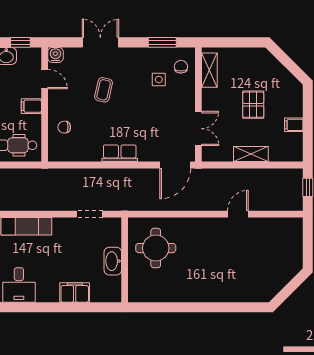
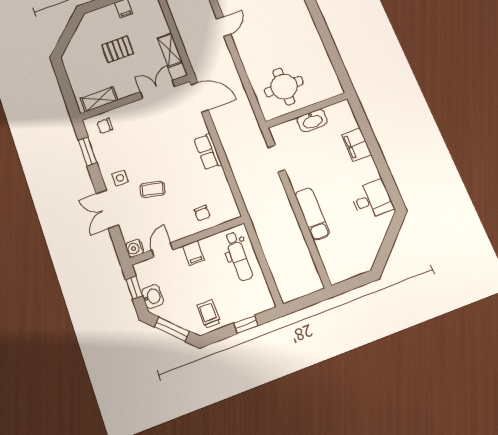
side table: (159, 79) -> (120, 178), moved
shelving: (251, 154) -> (170, 50), moved
door: (238, 214) -> (224, 26), swing flipped

